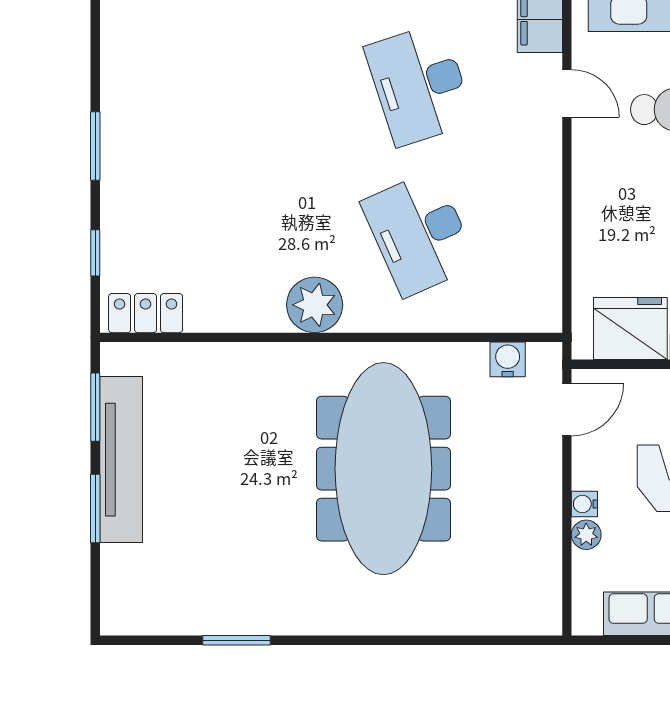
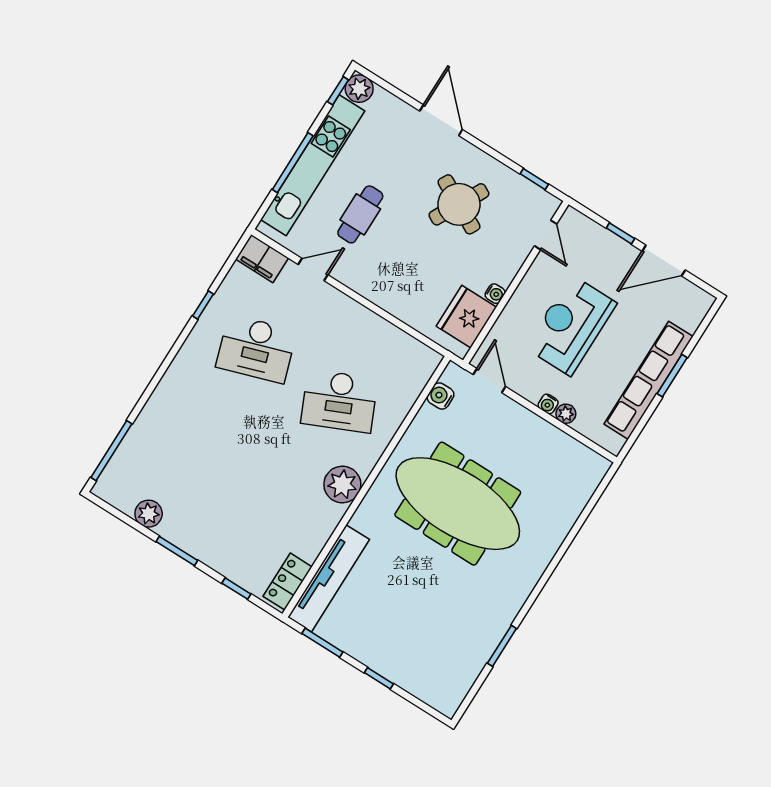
plant: (120, 79) -> (149, 514), added
tv unit: (121, 460) -> (329, 578), moved, turned 90
window: (95, 508) -> (379, 678), width x0.67

